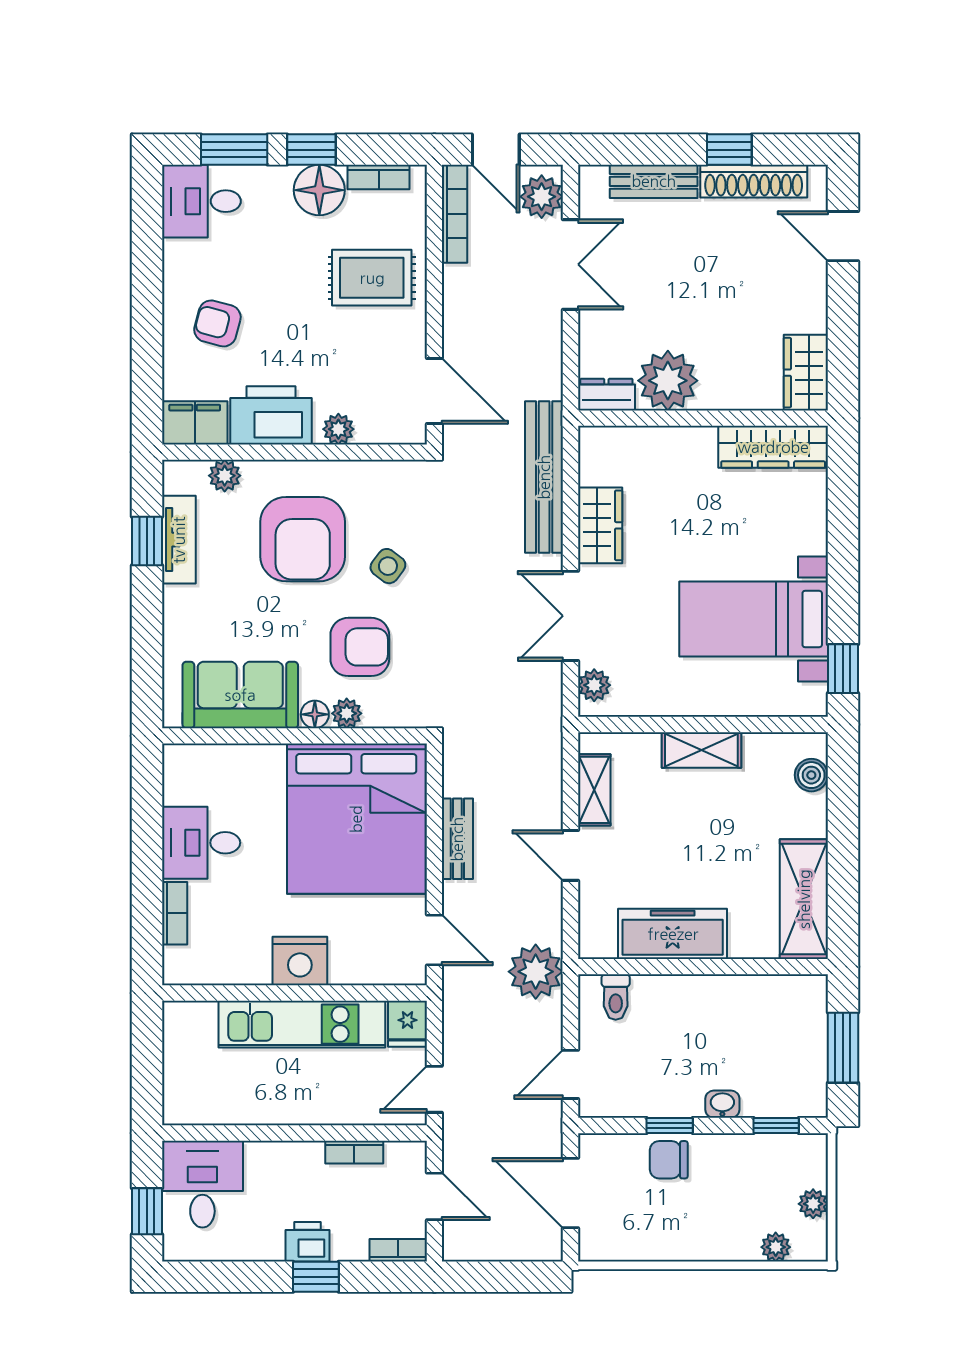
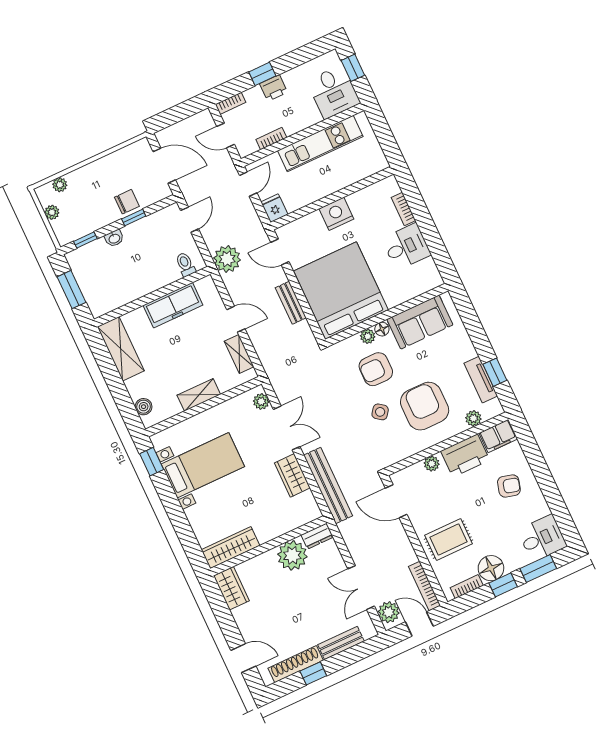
kitchen unit: (302, 1024) -> (320, 143), moved, turned 180

